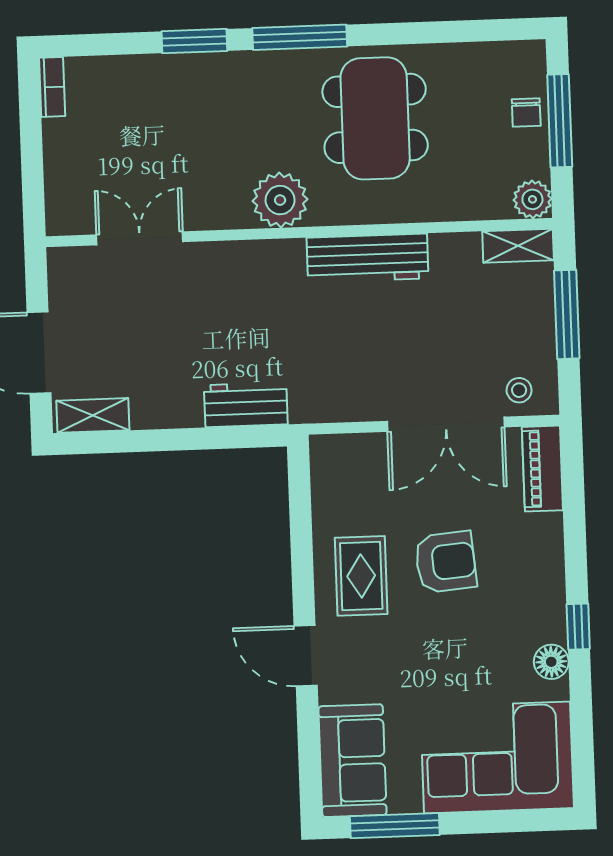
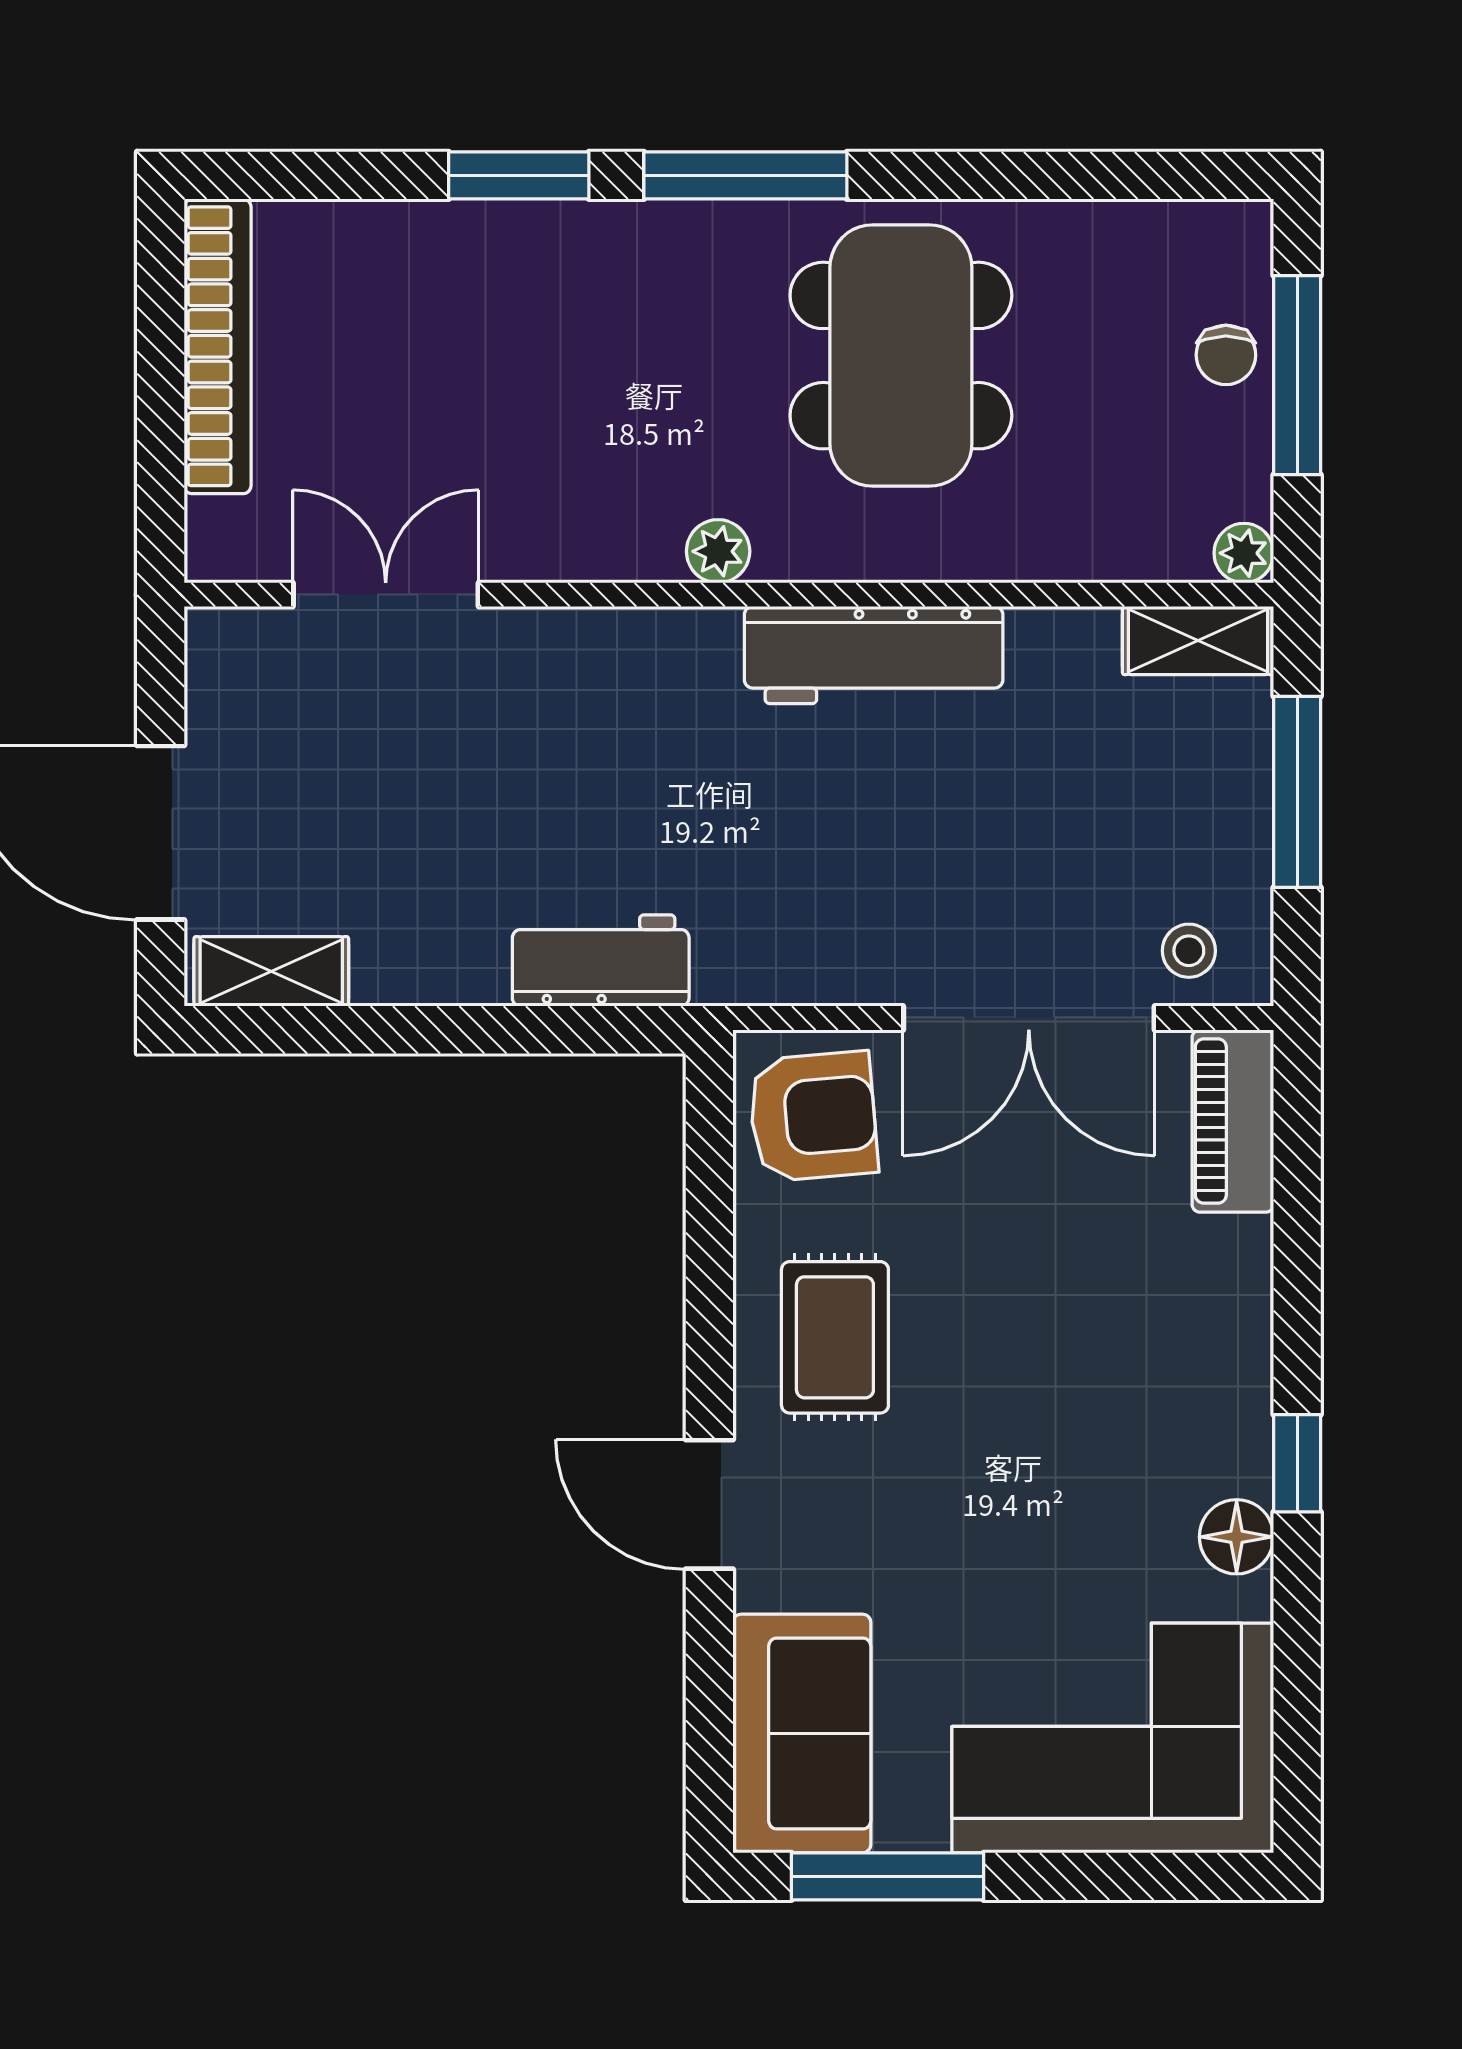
bookcase: (52, 87) -> (218, 346), width x2.31, depth x1.31
plant: (532, 199) -> (1244, 553), width x0.73, depth x0.73
plant: (280, 200) -> (718, 551), width x0.53, depth x0.53
armchair: (446, 562) -> (813, 1116), moved

